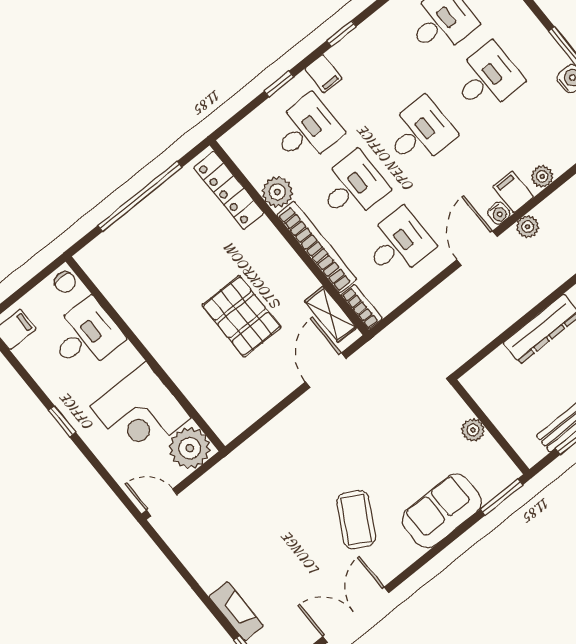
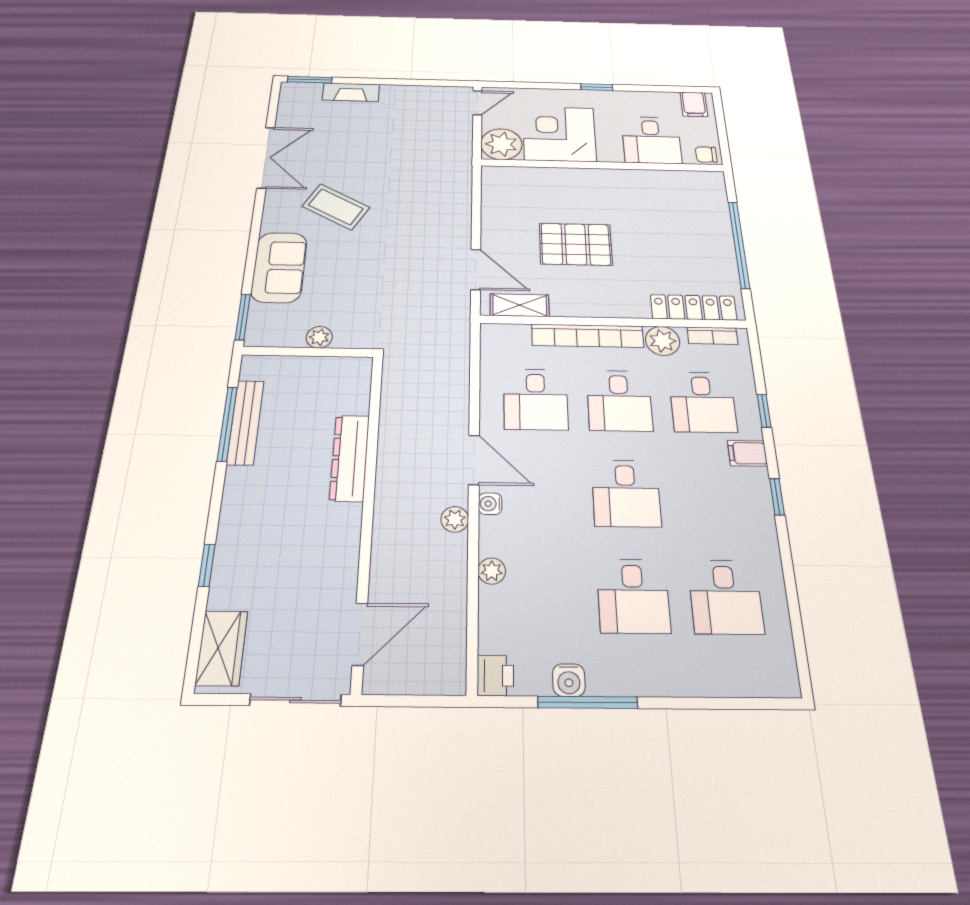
filing cabinet: (513, 192) -> (499, 532), removed
bookcase: (362, 307) -> (712, 336), moved

